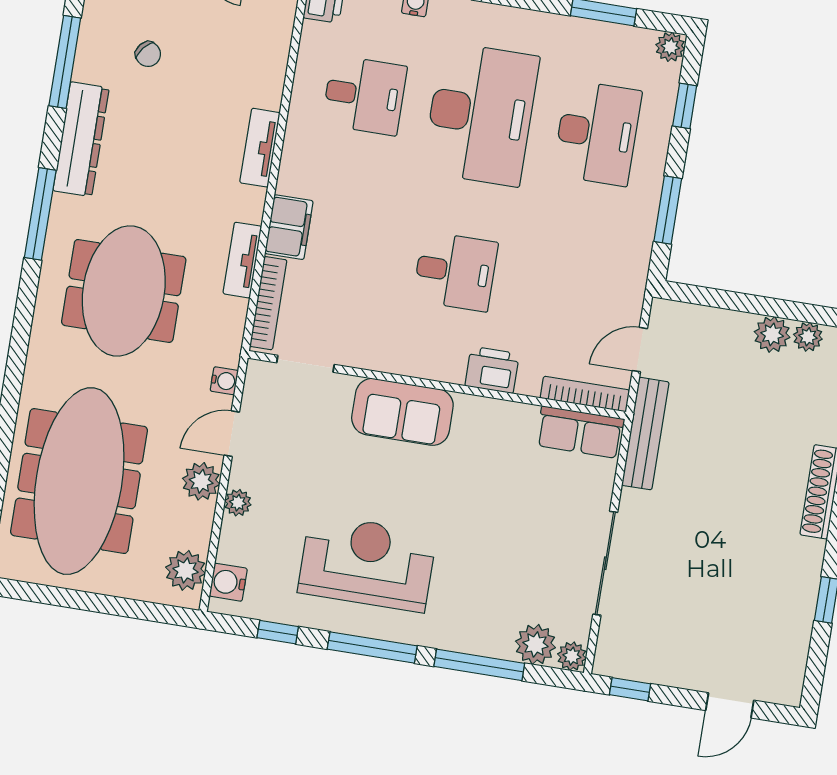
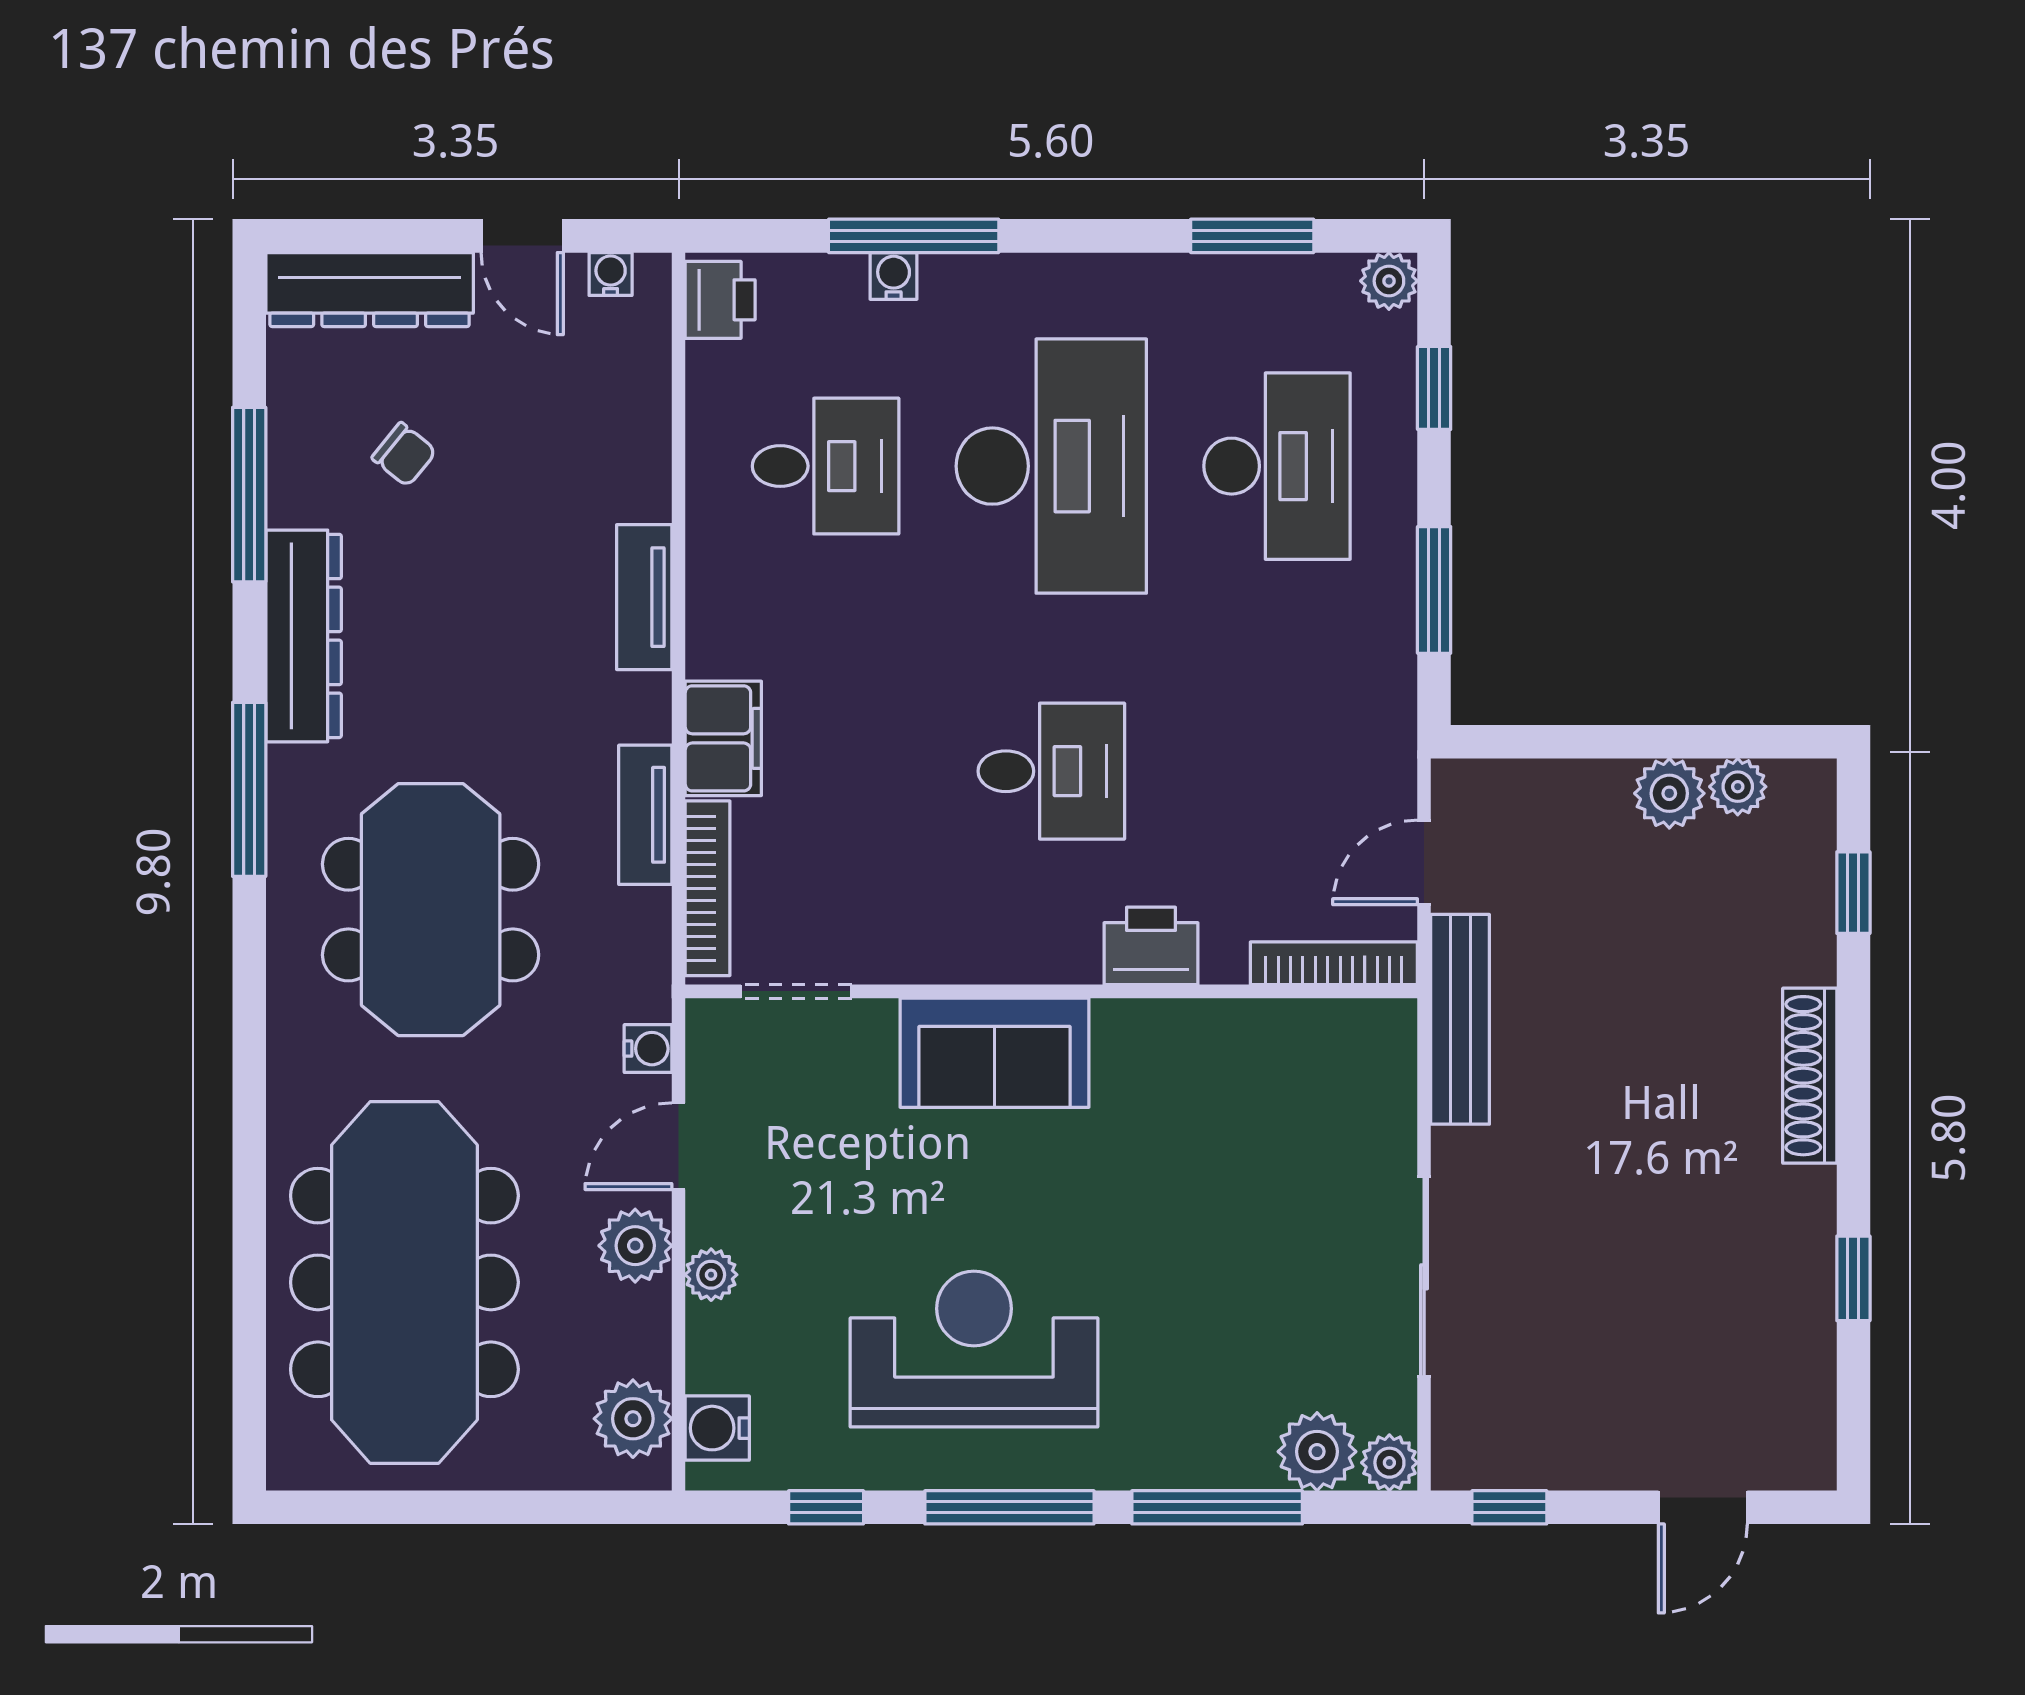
row of seats: (580, 432) -> (1337, 1037), removed

